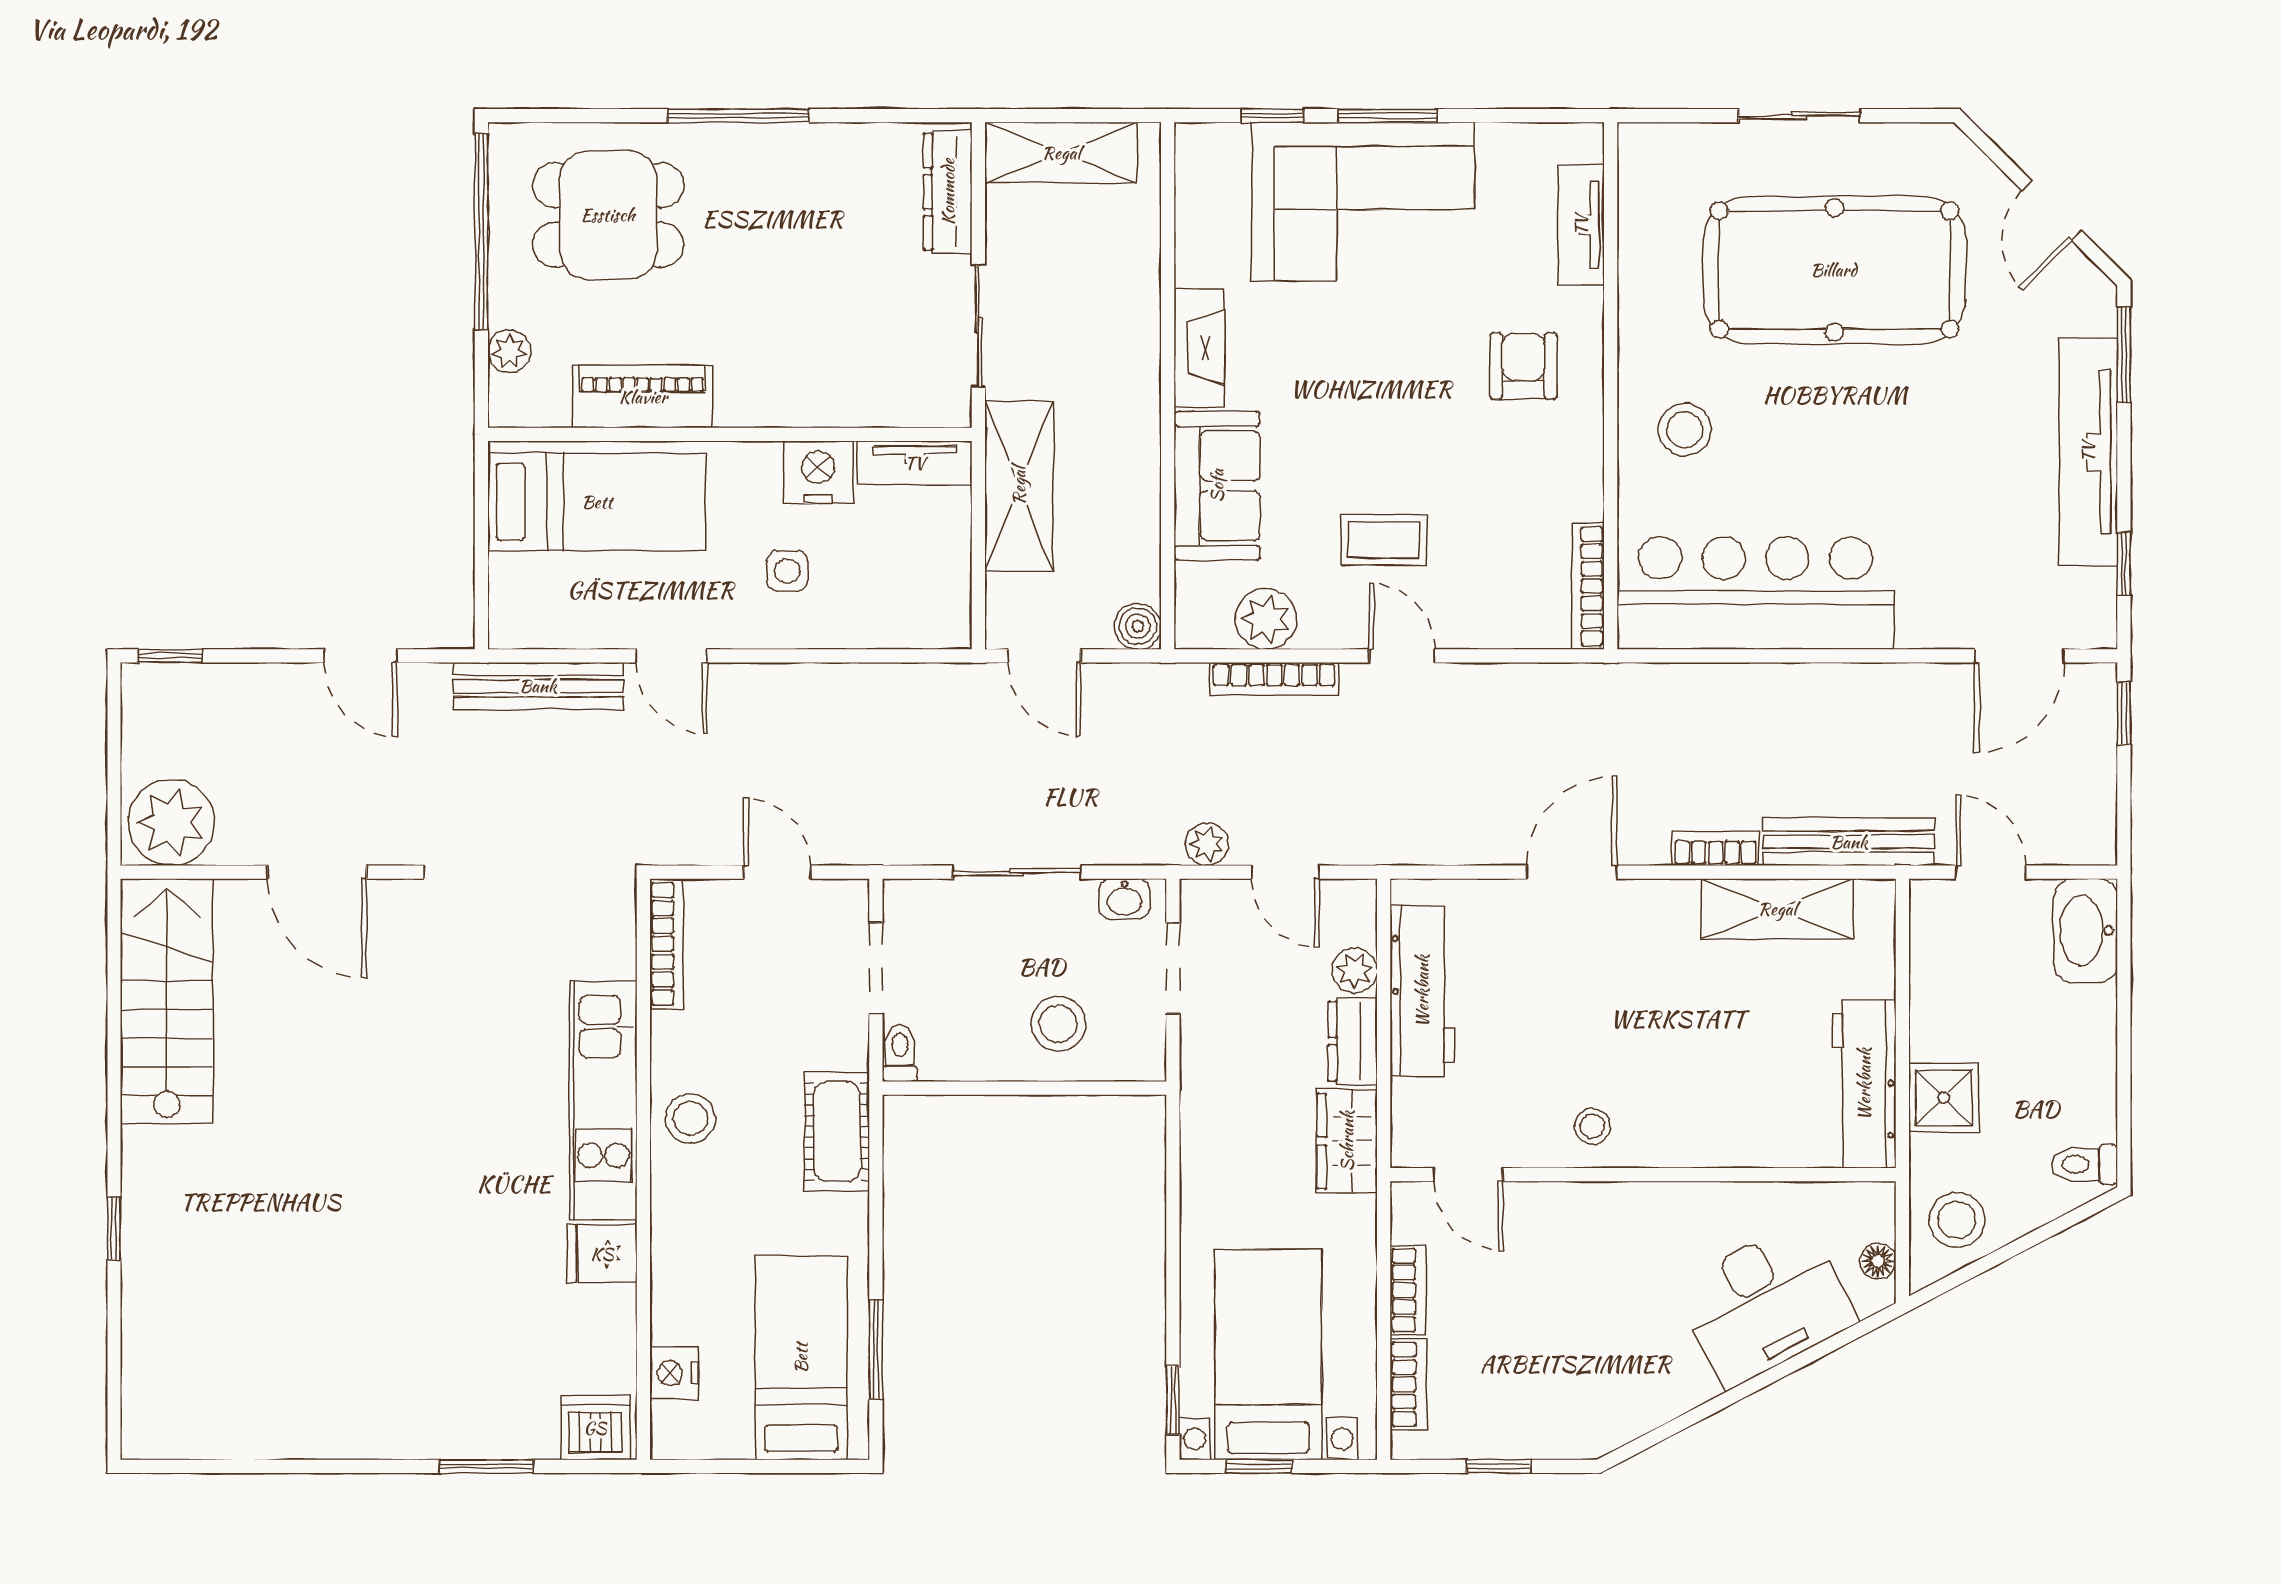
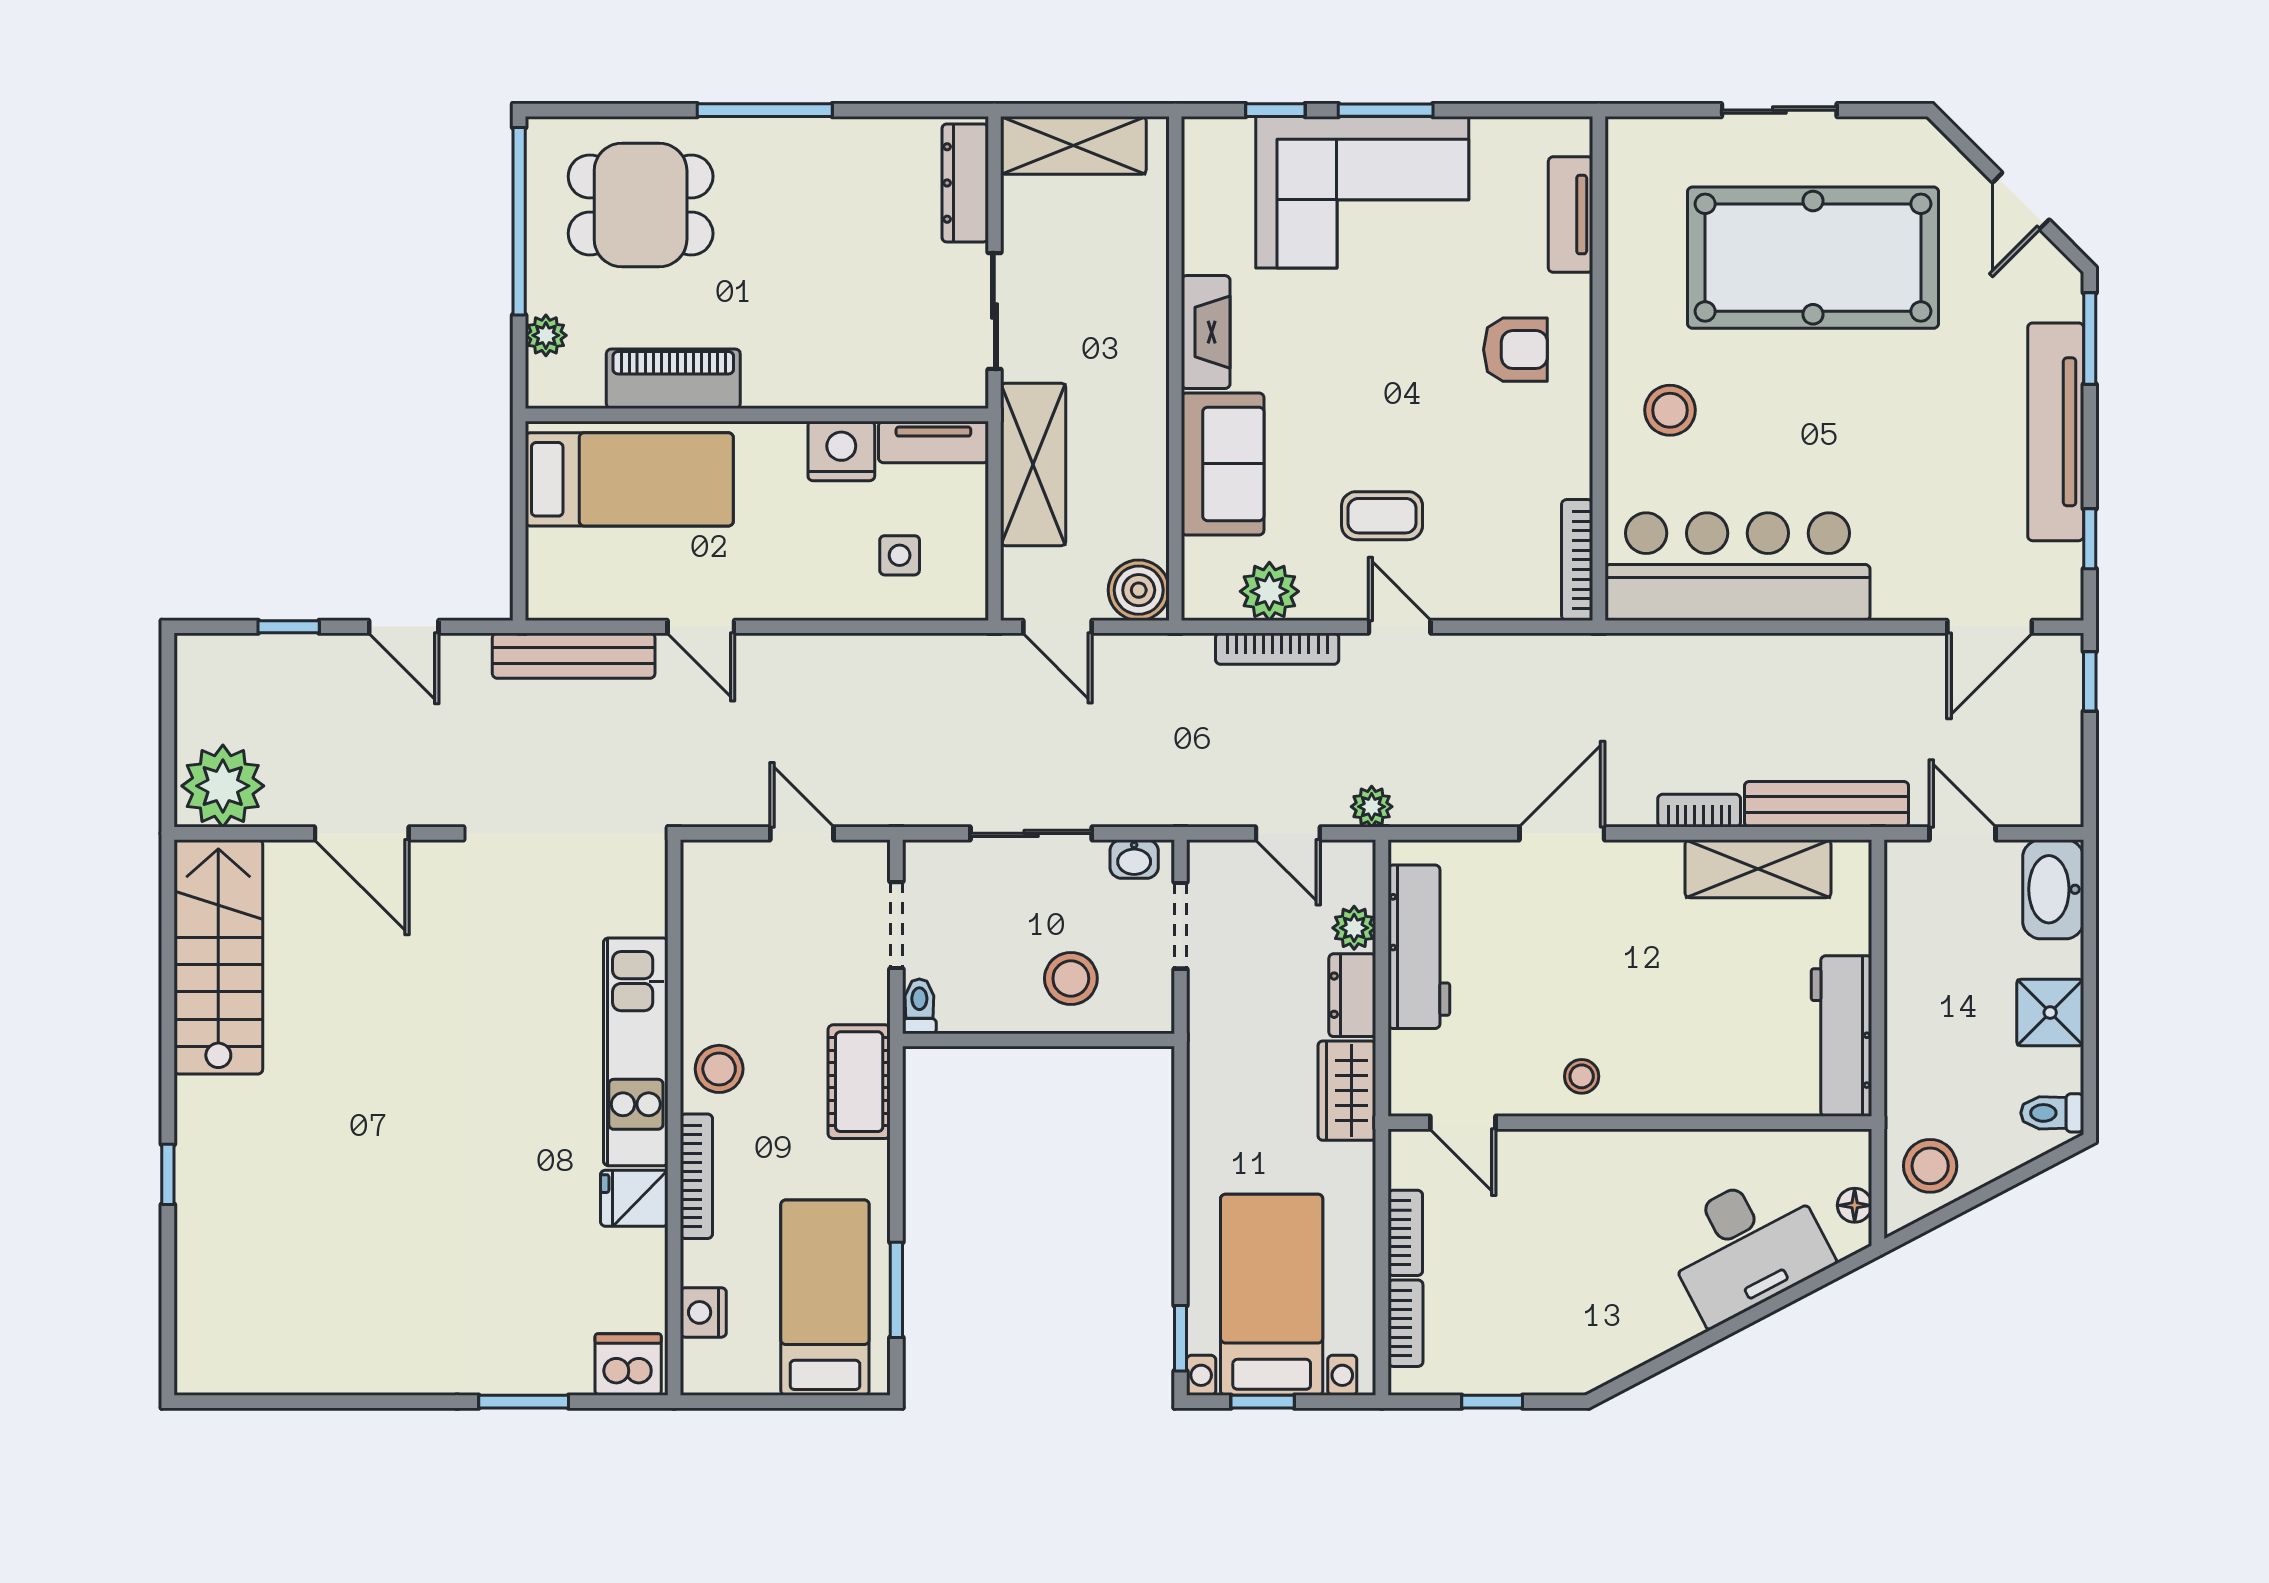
armchair: (1523, 366) -> (1515, 350), turned 90
side table: (787, 571) -> (900, 555), moved
boiler: (1138, 626) -> (1139, 590), width x1.36, depth x1.36
window: (170, 656) -> (289, 627), moved
plant: (1207, 844) -> (1372, 807), moved
bookcase: (667, 944) -> (696, 1176), moved
shower: (1944, 1098) -> (2050, 1013), moved

